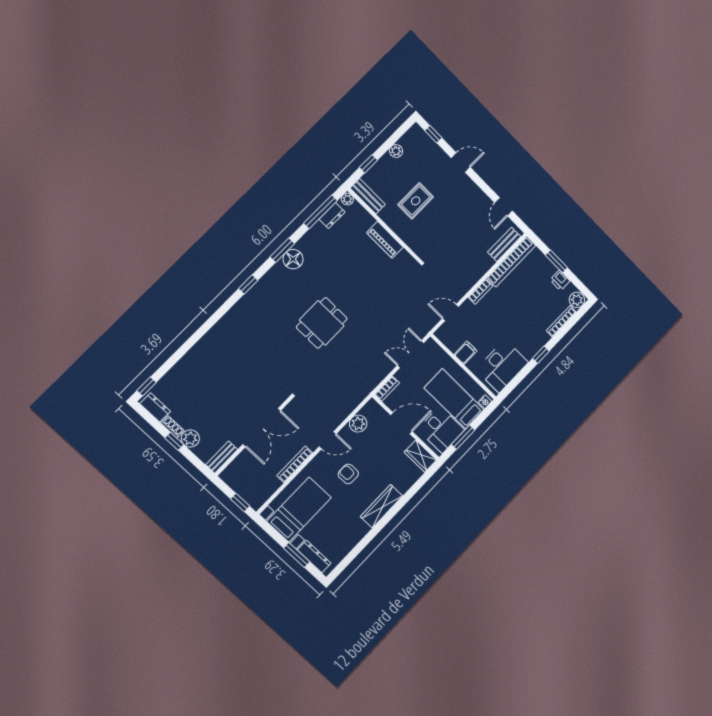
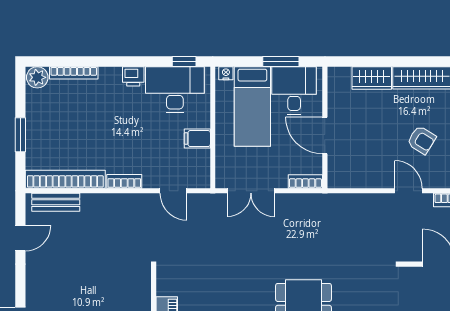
printer: (560, 280) -> (133, 76), moved, turned 90
window: (541, 355) -> (184, 62), moved
plant: (358, 424) -> (365, 177), removed
wardrobe: (420, 456) -> (372, 78), moved, turned 90
armchair: (348, 474) -> (422, 140), turned -58

